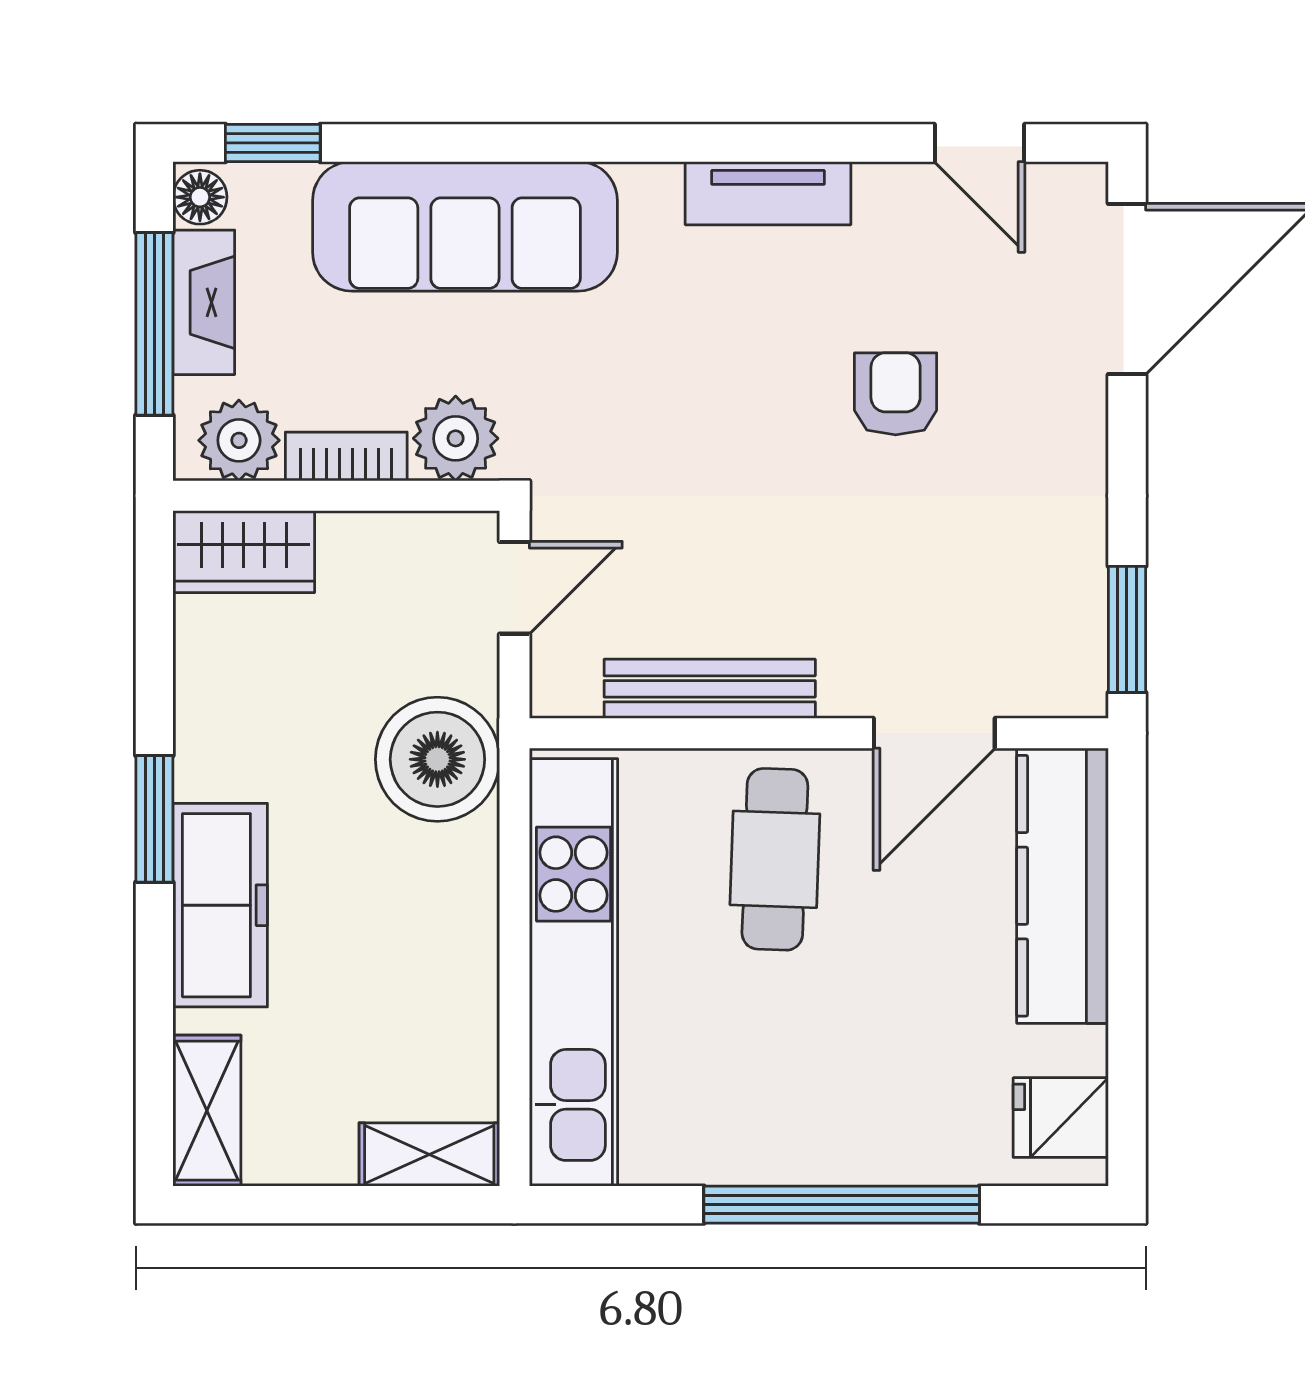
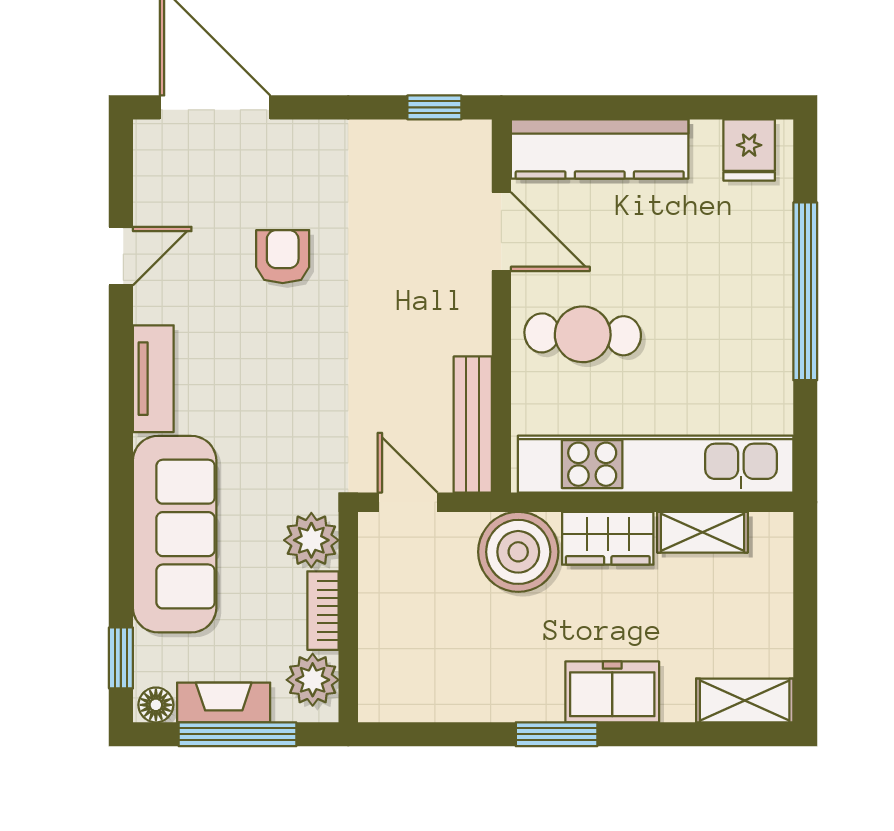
door: (979, 143) -> (121, 256), moved
tv unit: (768, 193) -> (153, 379), moved
armchair: (896, 394) -> (283, 257), turned 90
wardrobe: (244, 552) -> (608, 538), moved, turned 90
window: (1127, 629) -> (434, 107), width x0.67
bench: (710, 689) -> (473, 425), moved
freezer: (220, 905) -> (612, 692), width x0.71
shelving: (429, 1154) -> (703, 532), moved, turned 90

